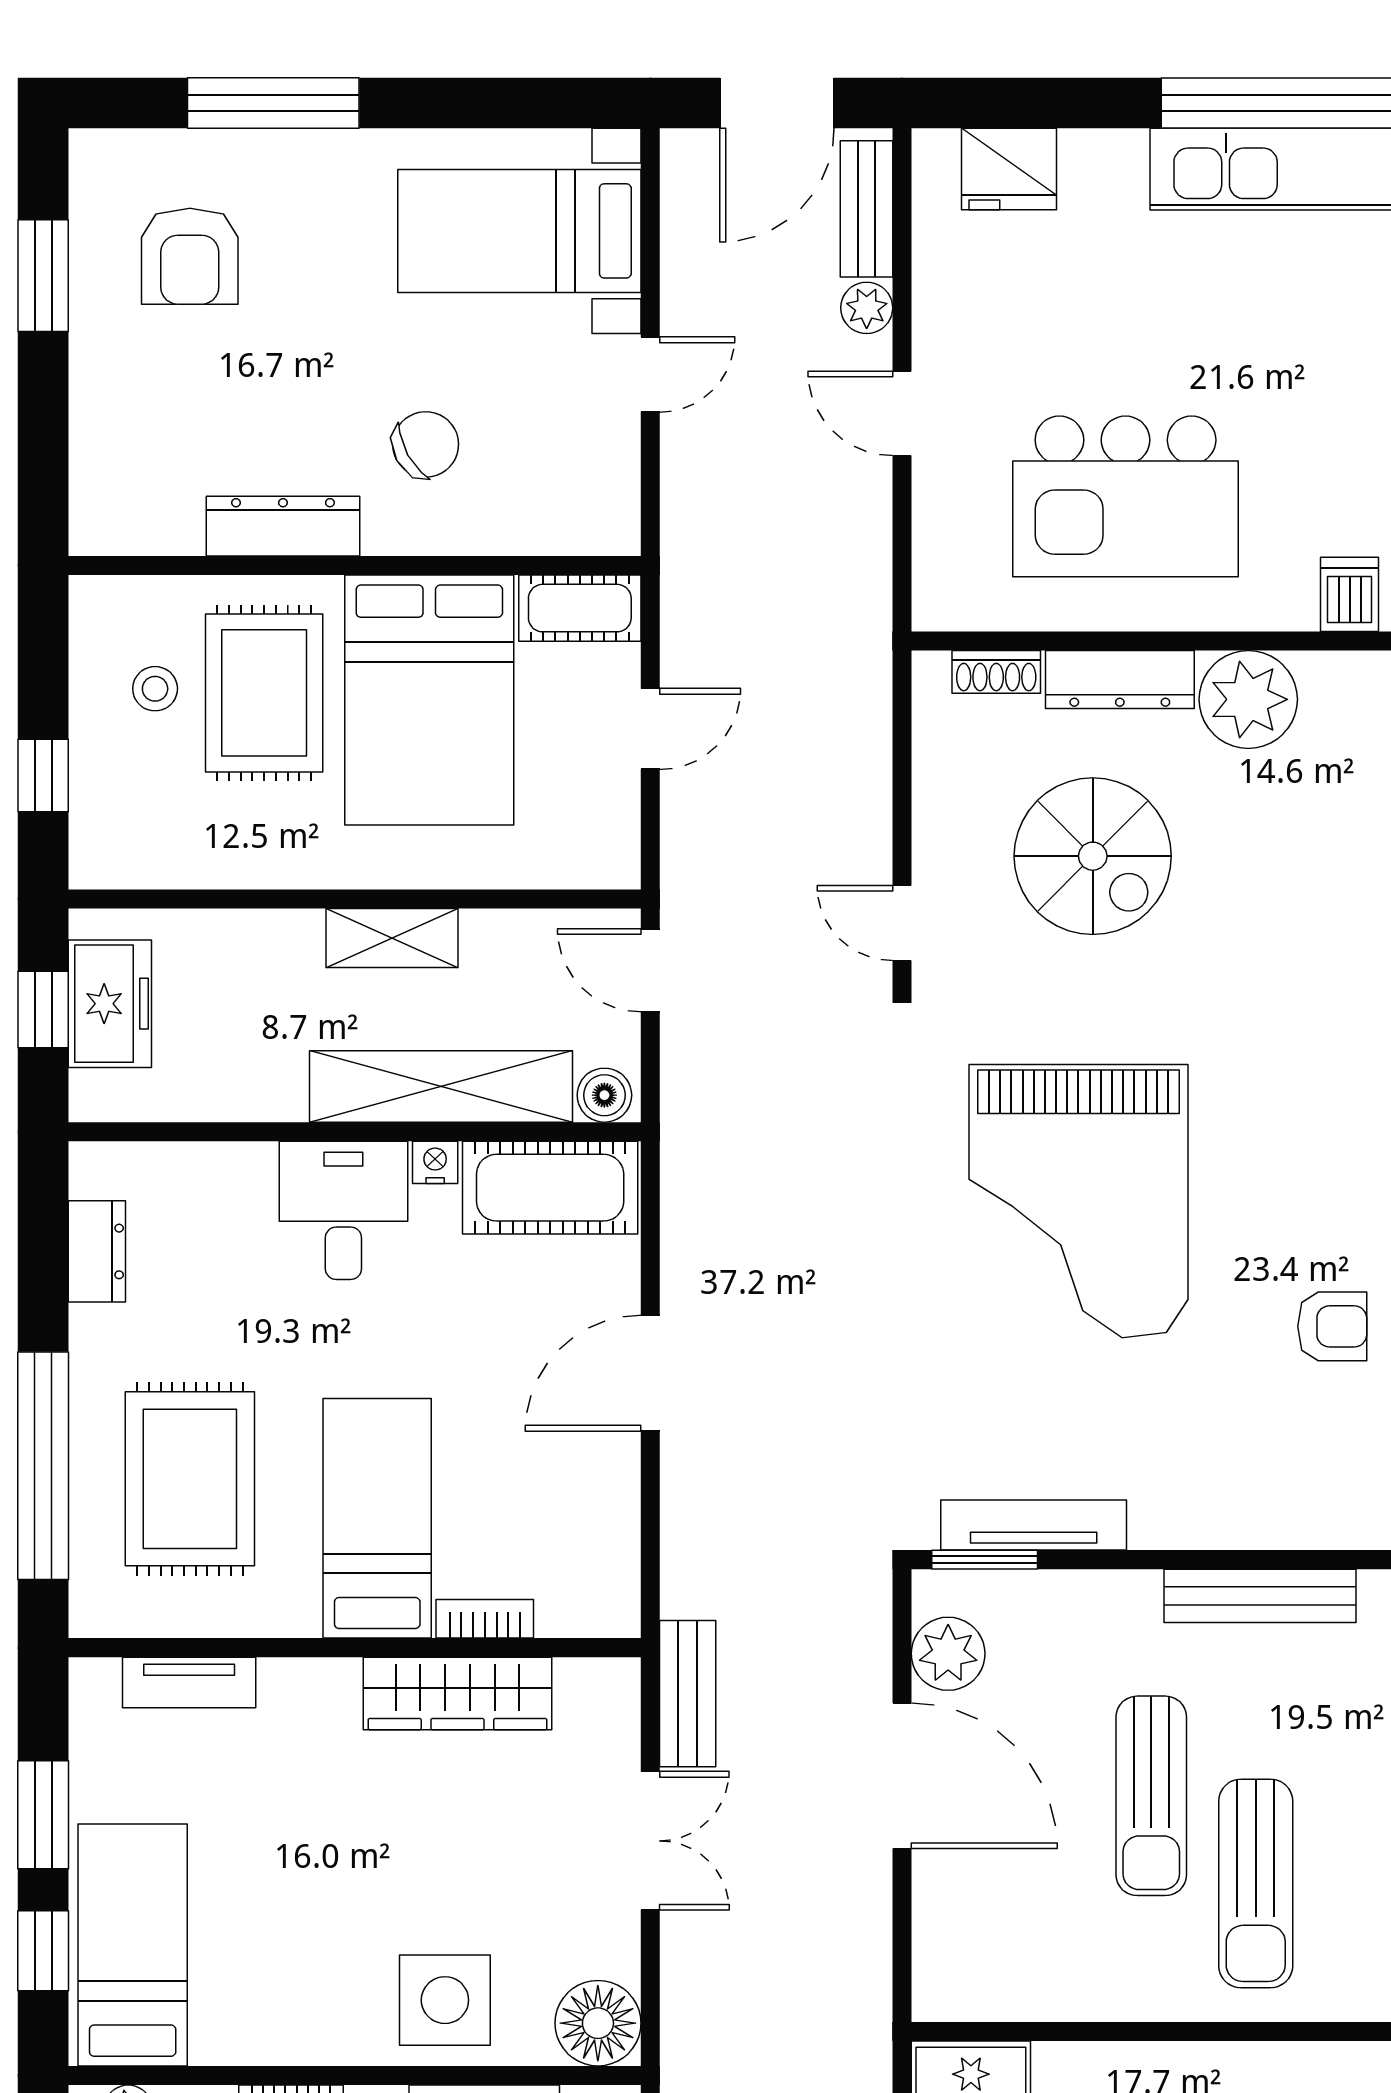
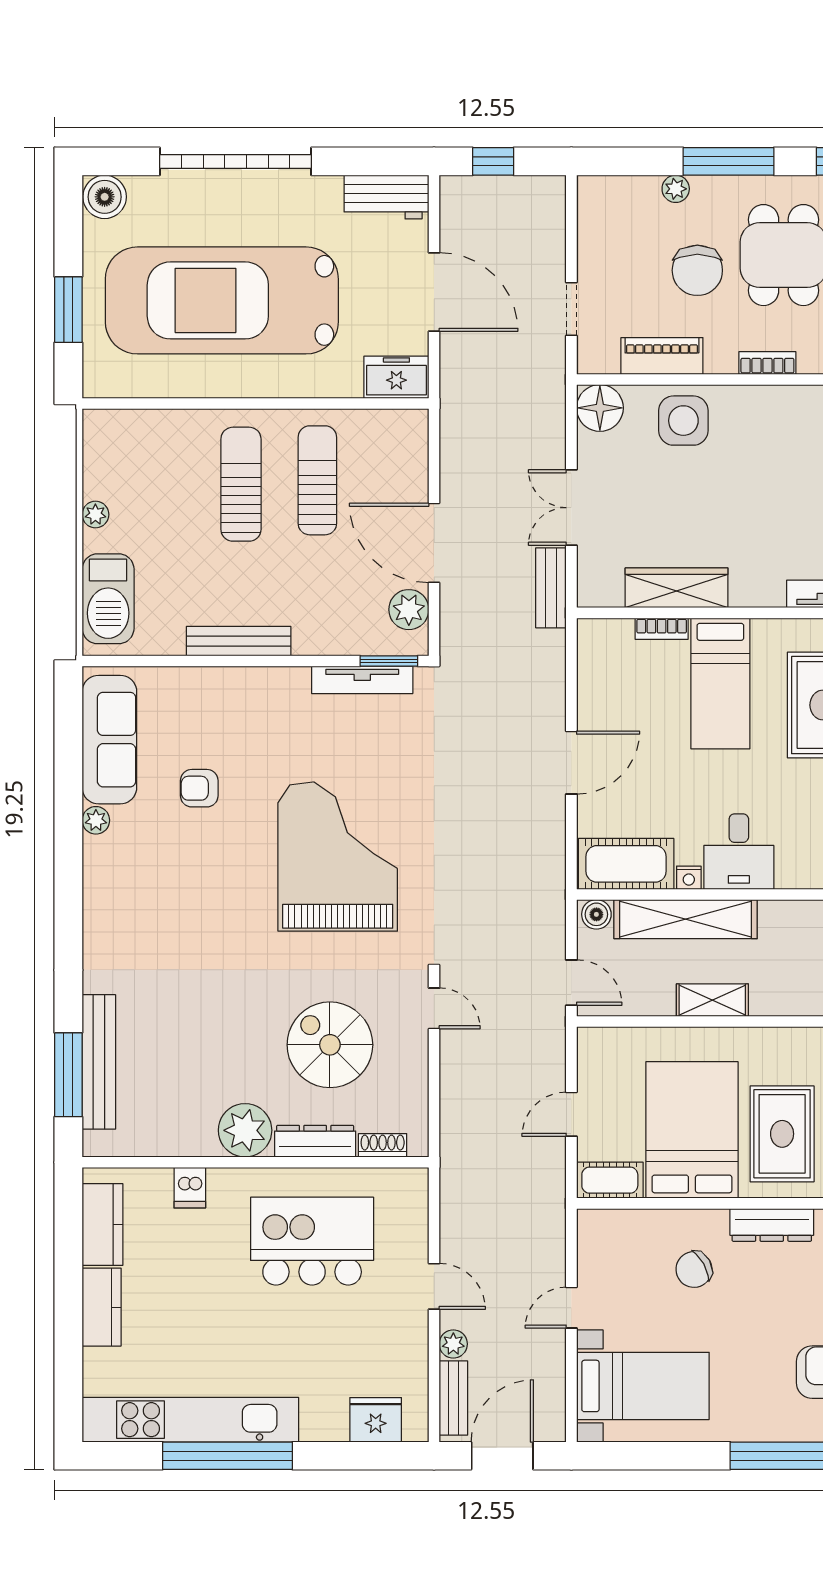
sun lounger: (1151, 1796) -> (317, 480), moved

